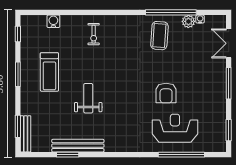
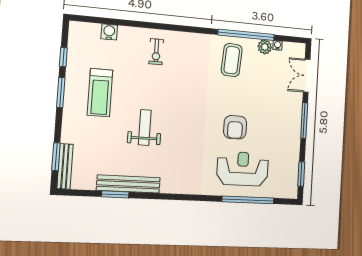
window: (18, 34) -> (63, 57), moved

